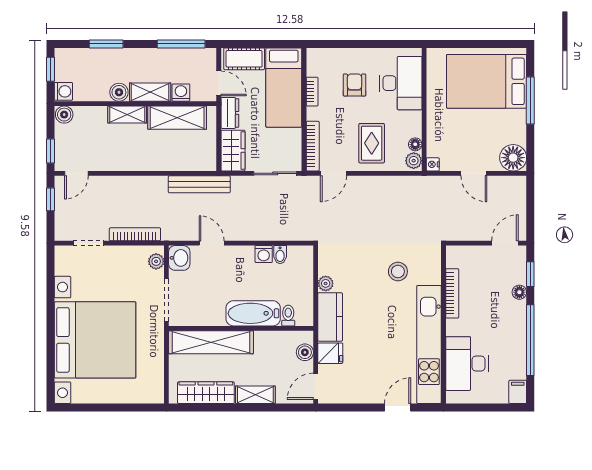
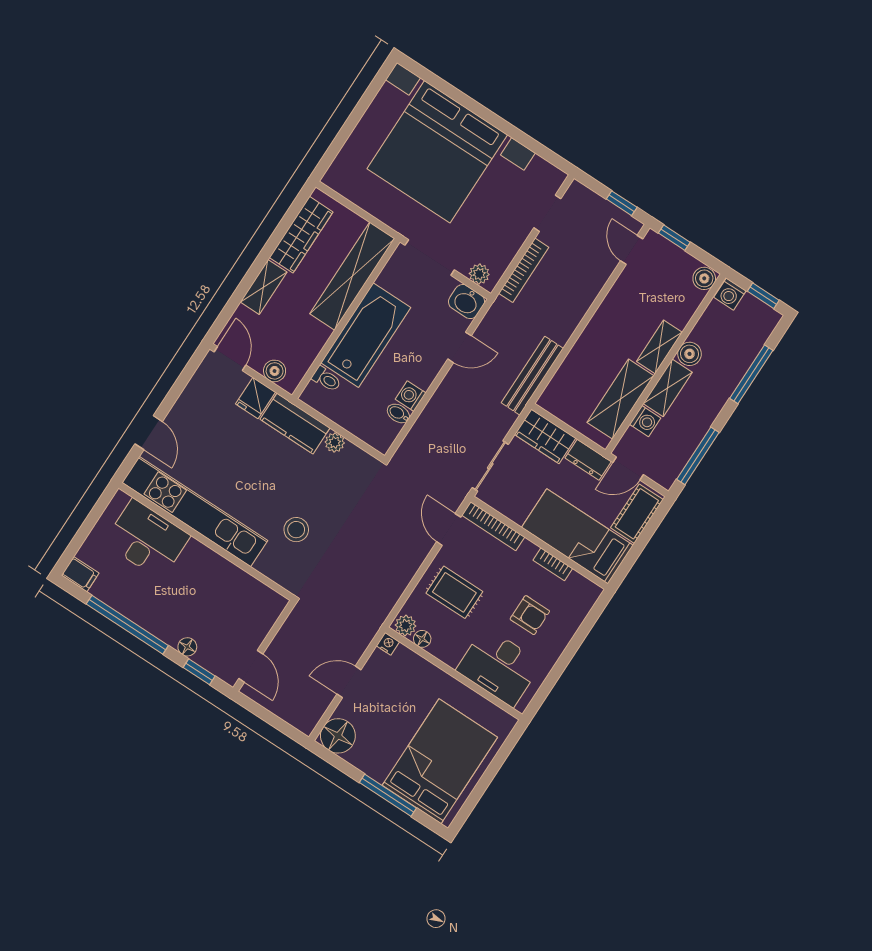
window: (106, 44) -> (751, 374), width x1.44
bookcase: (452, 293) -> (234, 573), removed
bathtub: (253, 313) -> (366, 335), width x1.36, depth x1.36

